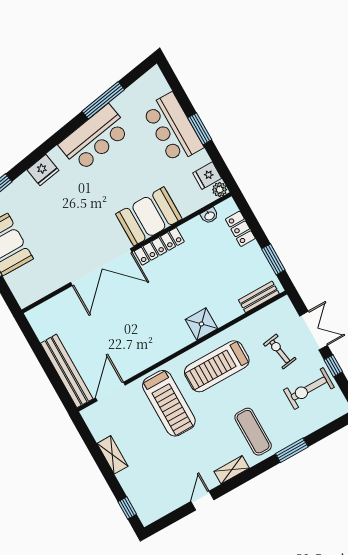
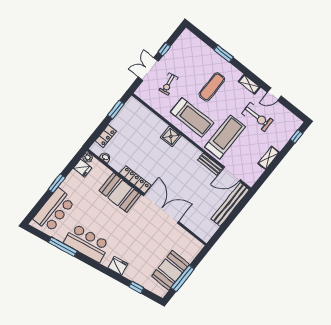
bar counter: (173, 128) -> (54, 210), moved
bench: (259, 297) -> (210, 164), moved
exercise bike: (309, 389) -> (257, 117), moved
exercise mat: (253, 432) -> (212, 87), moved

